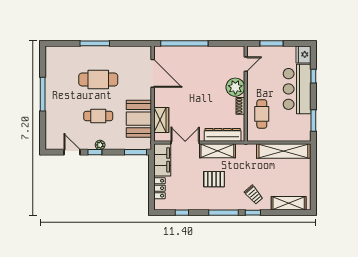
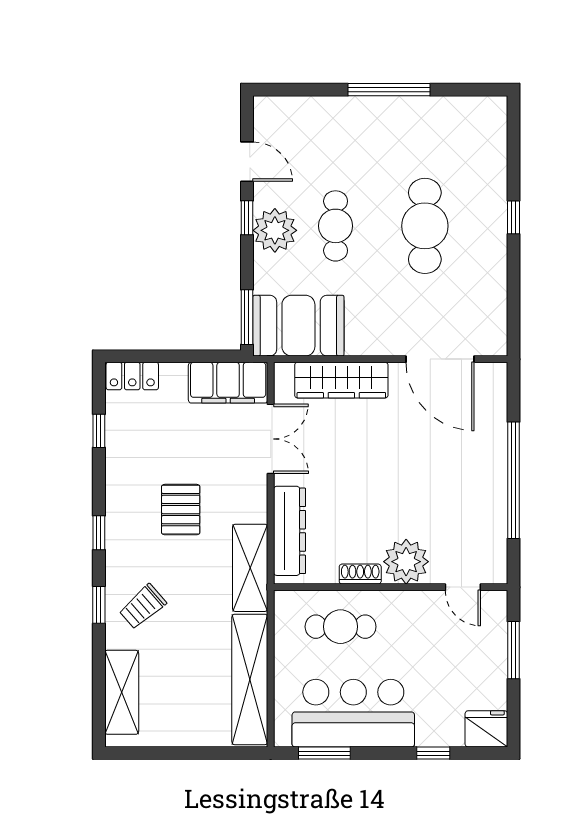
window: (95, 43) -> (513, 217), width x0.46
window: (184, 43) -> (513, 480), moved
door: (153, 73) -> (440, 359), hinge flipped
bar counter: (297, 89) -> (353, 713), moved
booth: (139, 119) -> (298, 326), moved
wardrobe: (161, 120) -> (341, 380), width x1.50
plant: (100, 145) -> (275, 230), width x1.88, depth x1.88
shelving: (217, 151) -> (250, 568), moved
door: (72, 152) -> (247, 162), hinge flipped
locker: (160, 188) -> (132, 376), moved
window: (224, 213) -> (99, 533), width x0.46

